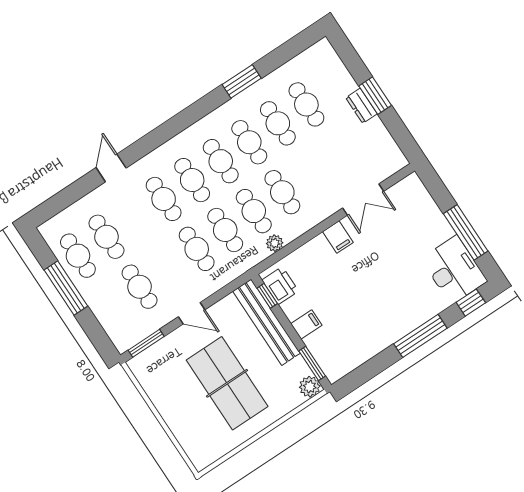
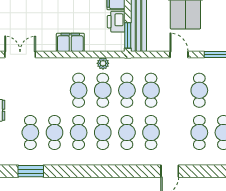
window: (242, 81) -> (31, 171), moved
double door: (363, 200) -> (20, 54), moved
filing cabinet: (338, 237) -> (70, 42), width x2.00
printer: (280, 286) -> (116, 22), moved
window: (267, 296) -> (128, 35), width x1.50

